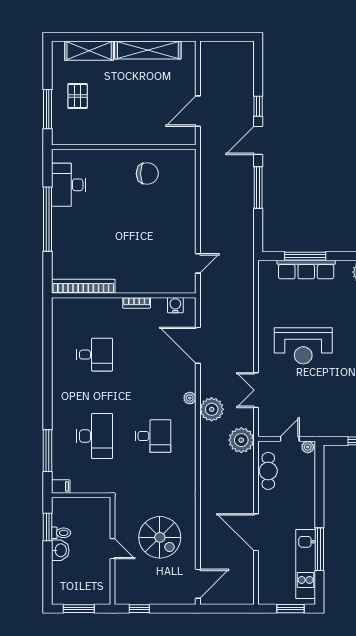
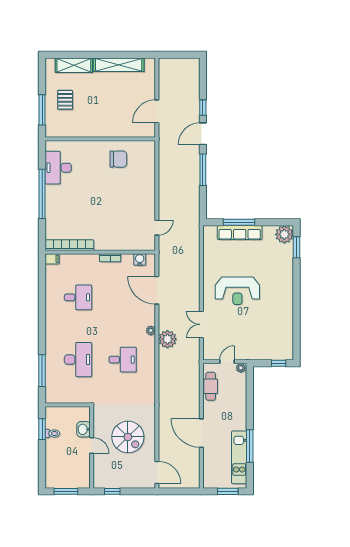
plant: (241, 440) -> (190, 363), removed
filing cabinet: (61, 487) -> (52, 259), moved
washbasin: (60, 550) -> (84, 429), moved, turned 180
door: (198, 584) -> (157, 472), hinge flipped

